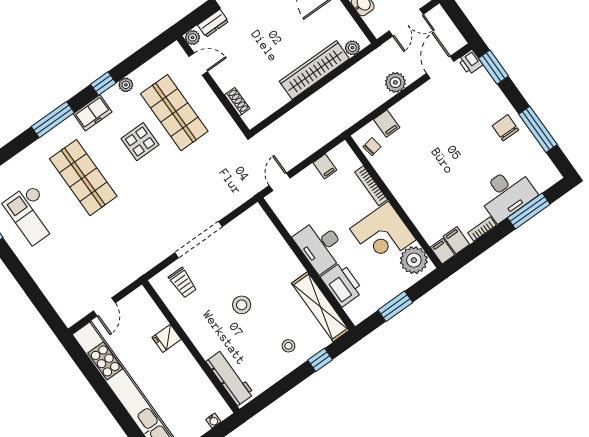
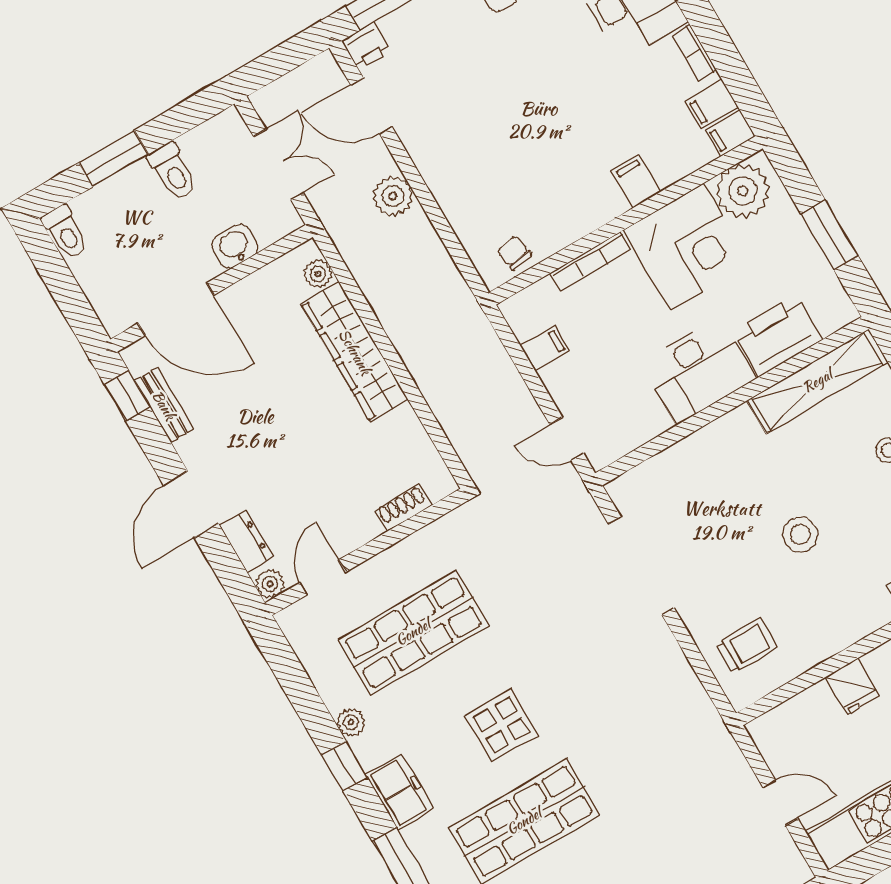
filing cabinet: (387, 123) -> (636, 181), moved, turned -90
display table: (140, 142) -> (502, 725), moved
doorway: (199, 240) -> (641, 566), moved

